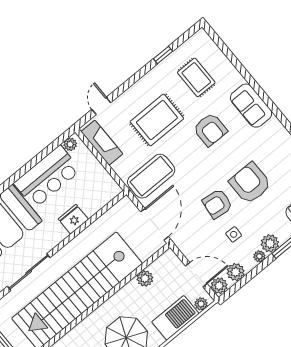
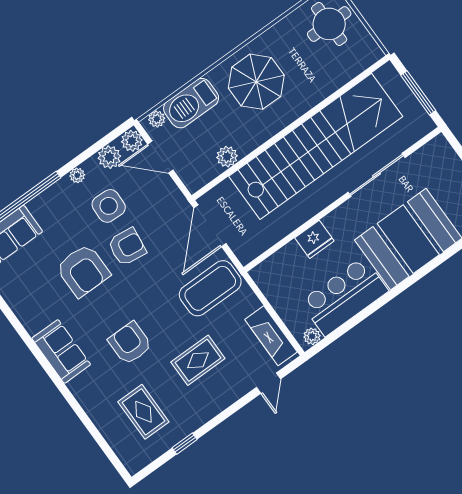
sofa: (251, 106) -> (61, 351), moved
rug: (157, 120) -> (198, 360), width x0.73, depth x0.70
side table: (234, 234) -> (109, 206), width x1.87, depth x1.87
plant: (270, 243) -> (63, 191), removed

